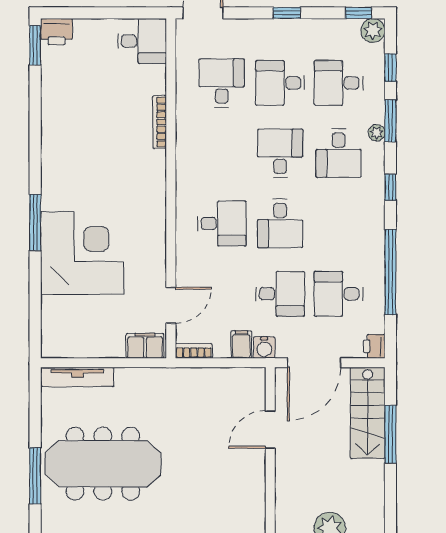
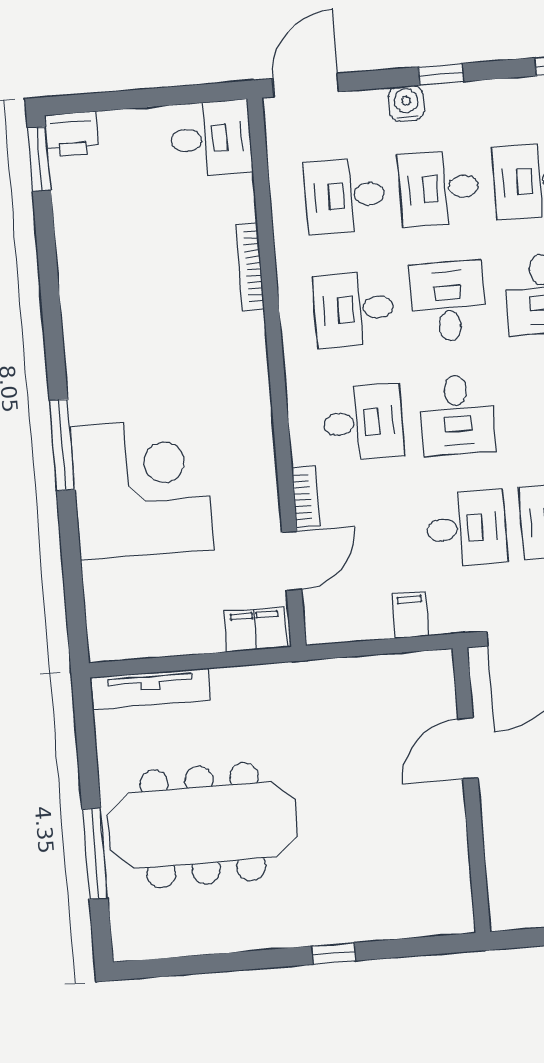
desk: (222, 83) -> (345, 196), turned -90
desk: (222, 153) -> (354, 309), added
water cooler: (264, 348) -> (406, 103), moved, turned 180
bookcase: (194, 351) -> (306, 497), moved, turned 90

